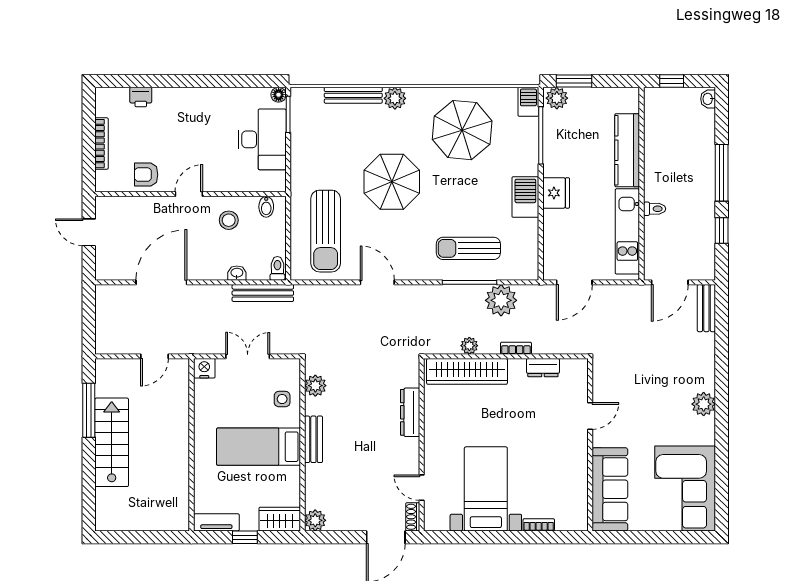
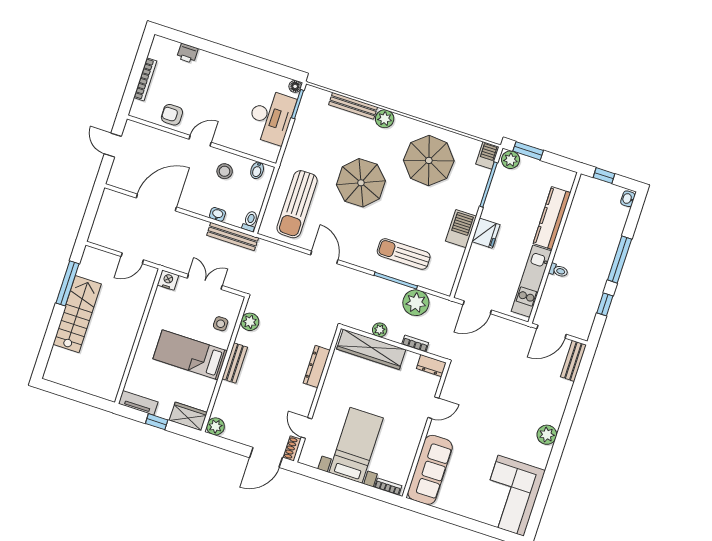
door: (590, 416) -> (433, 408), moved
wall: (590, 445) -> (426, 430), moved
sofa: (610, 489) -> (430, 470), moved

